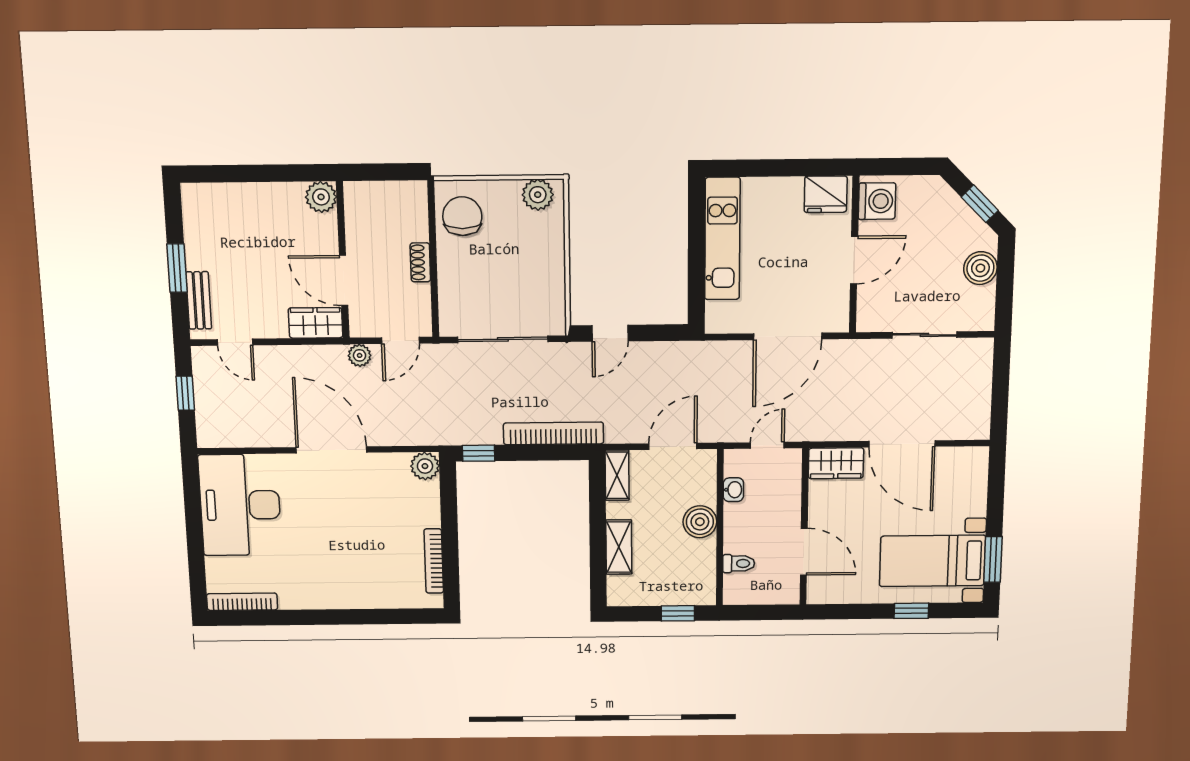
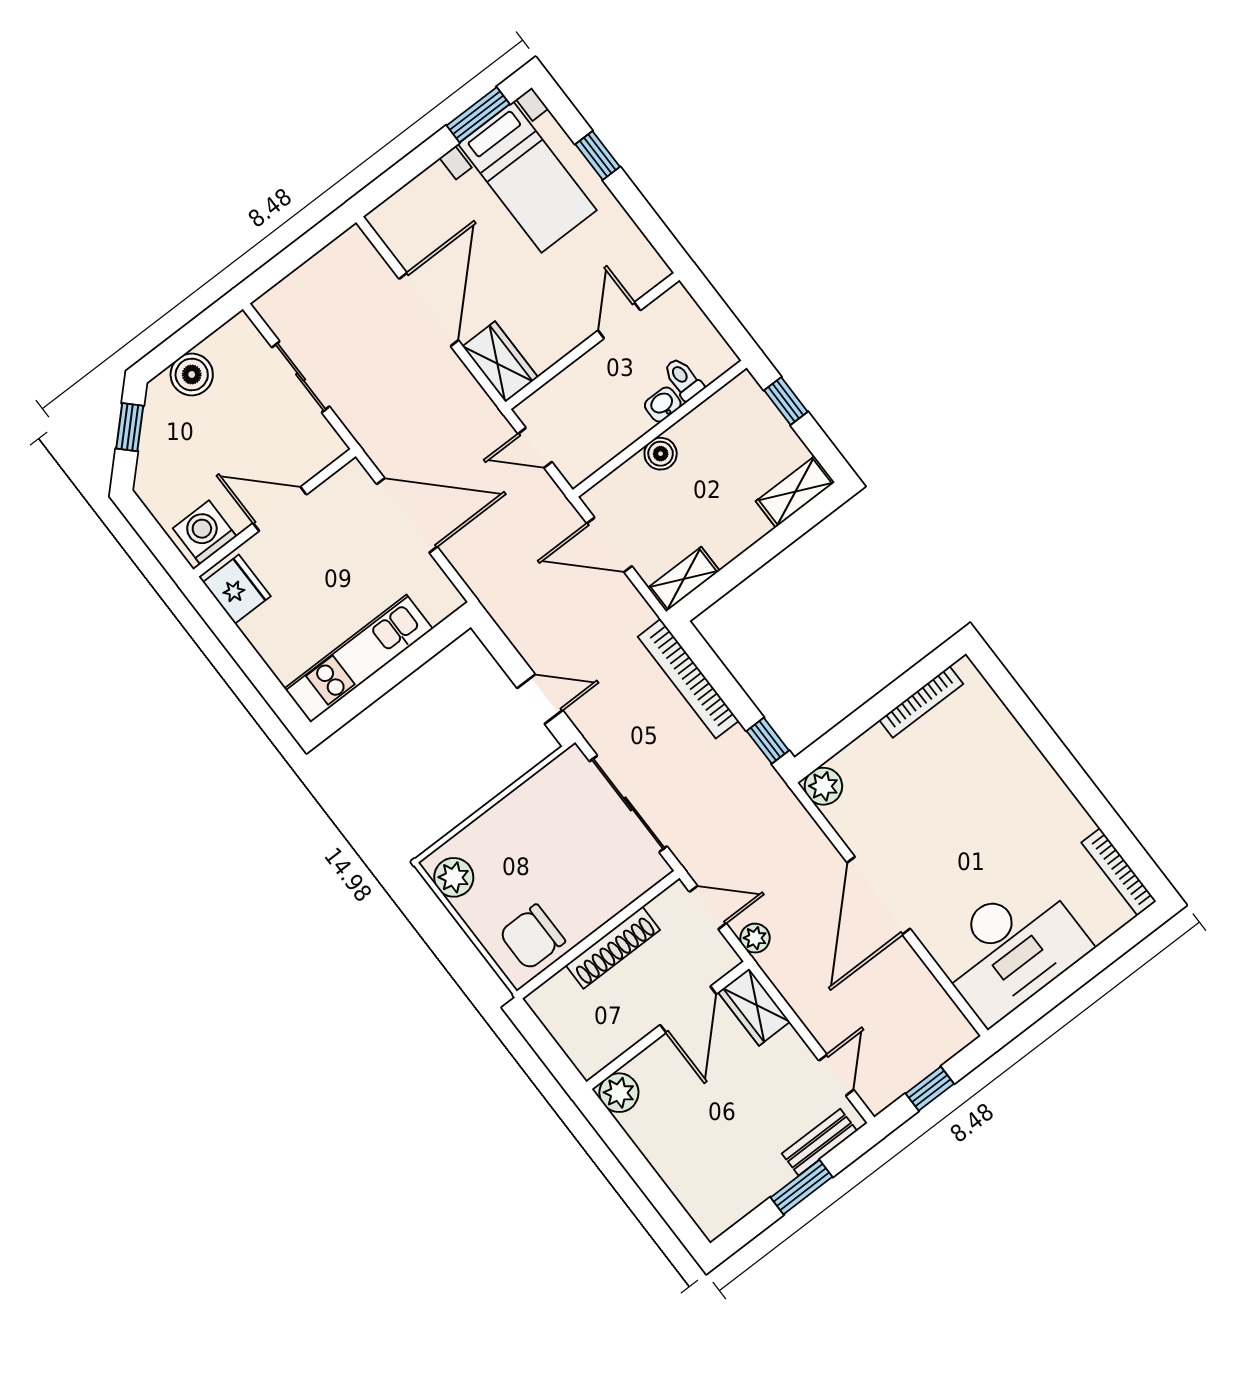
shoe rack: (420, 262) -> (613, 948), width x1.94, depth x1.24
washbasin: (733, 490) -> (663, 405), moved
boiler: (700, 522) -> (661, 454), width x0.73, depth x0.73
shelving: (619, 547) -> (795, 492), moved
door: (804, 552) -> (619, 320), width x0.73

